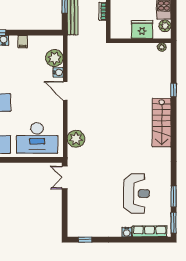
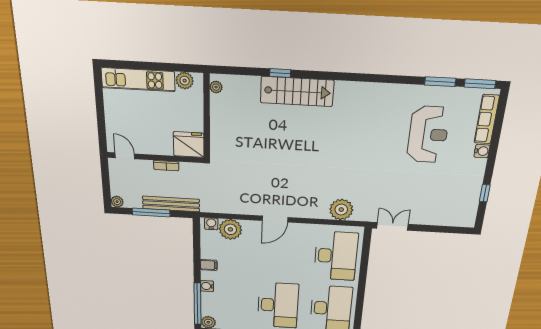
fridge: (142, 29) -> (189, 145), moved, turned 90
water cooler: (58, 72) -> (211, 224), moved
stairs: (162, 123) -> (297, 92), moved
double door: (65, 177) -> (392, 226), swing flipped
reception desk: (137, 194) -> (428, 135), turned 90
window: (85, 240) -> (485, 193), moved

